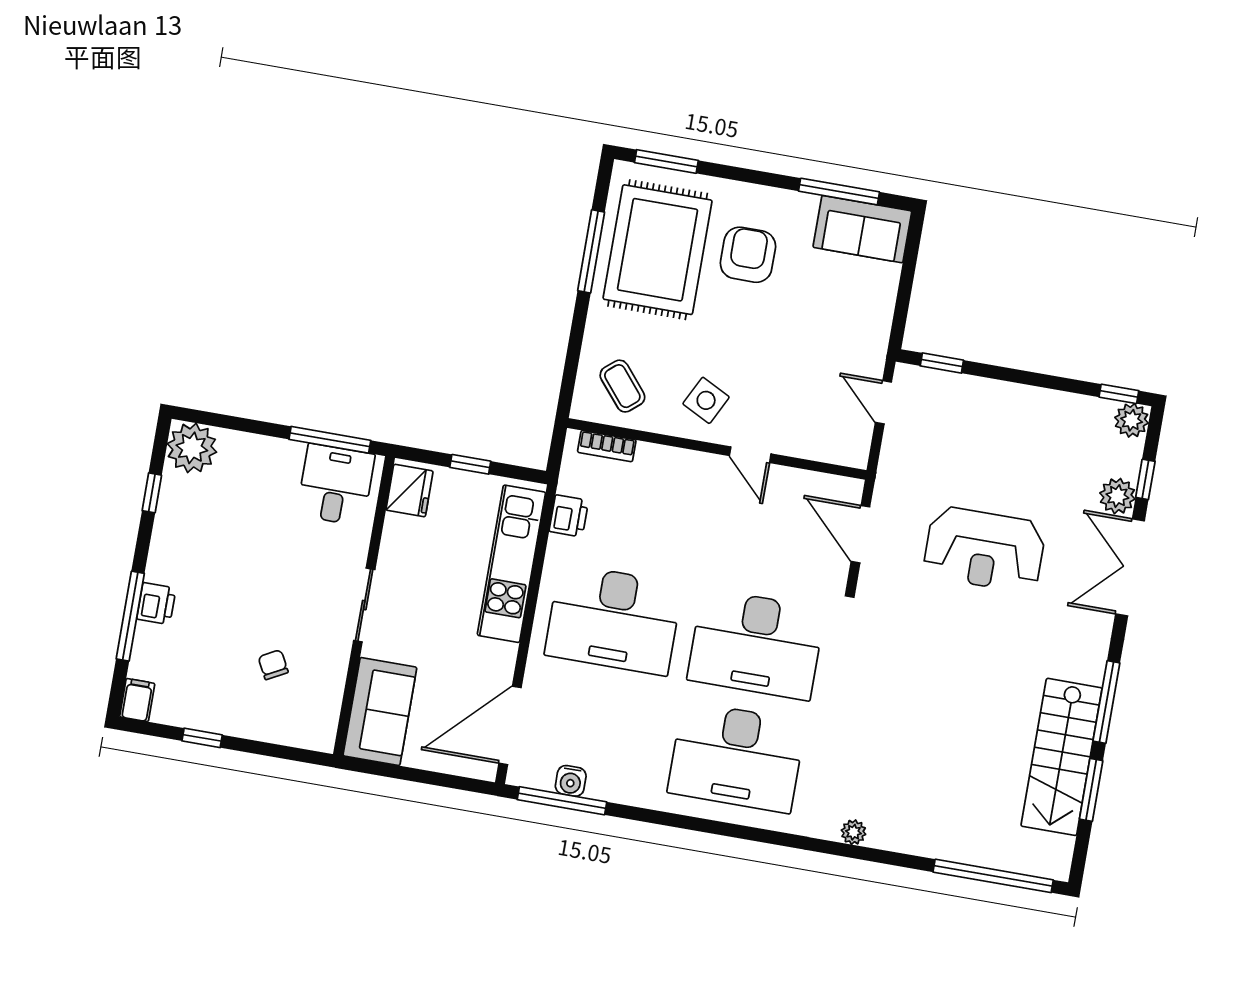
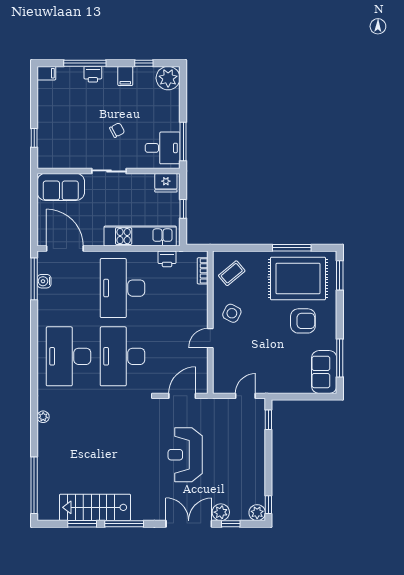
filing cabinet: (172, 537) -> (125, 76), added
chair: (273, 665) -> (117, 130), moved
window: (202, 738) -> (34, 138), moved

